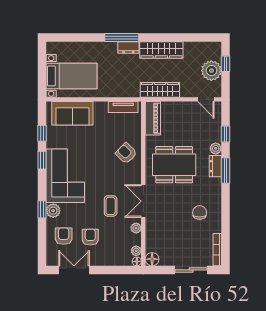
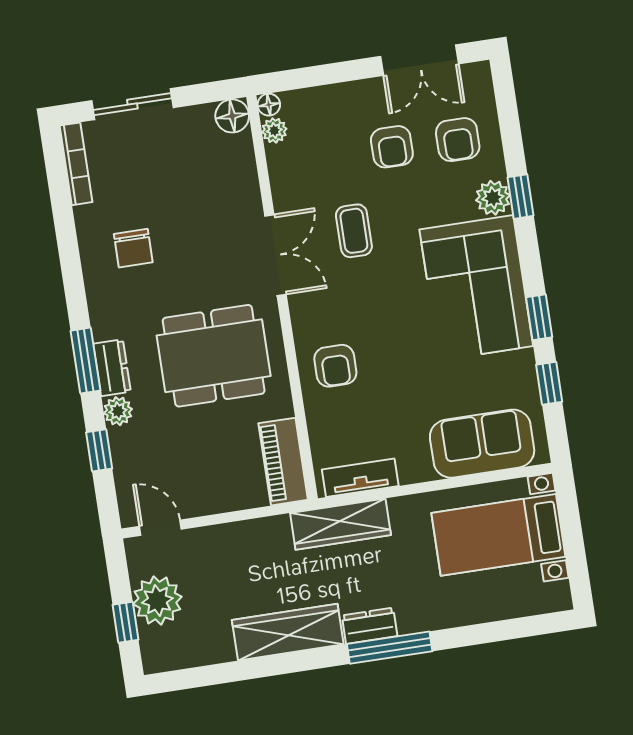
wardrobe: (160, 90) -> (341, 524), moved
armchair: (126, 153) -> (335, 366), turned 46
plant: (136, 228) -> (283, 186), removed

